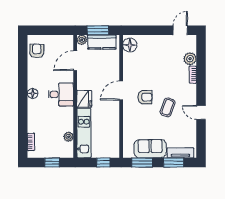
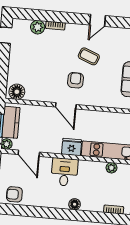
floor lamp: (33, 93) -> (75, 204), moved

